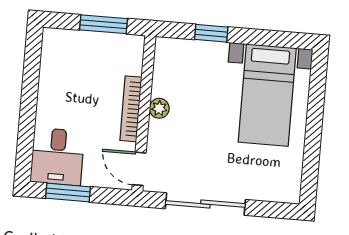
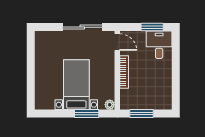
window: (211, 33) -> (87, 114), width x1.50
bed with nightstands: (267, 95) -> (76, 85), moved
plant: (159, 108) -> (110, 105), moved

